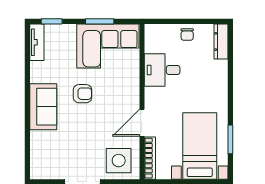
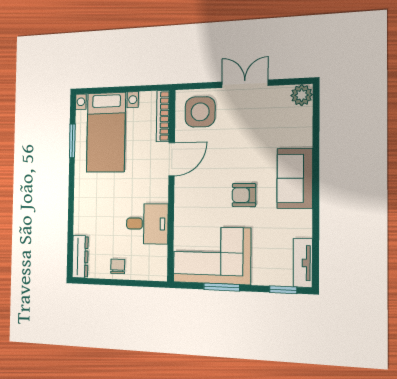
plant: (38, 171) -> (302, 95), added

